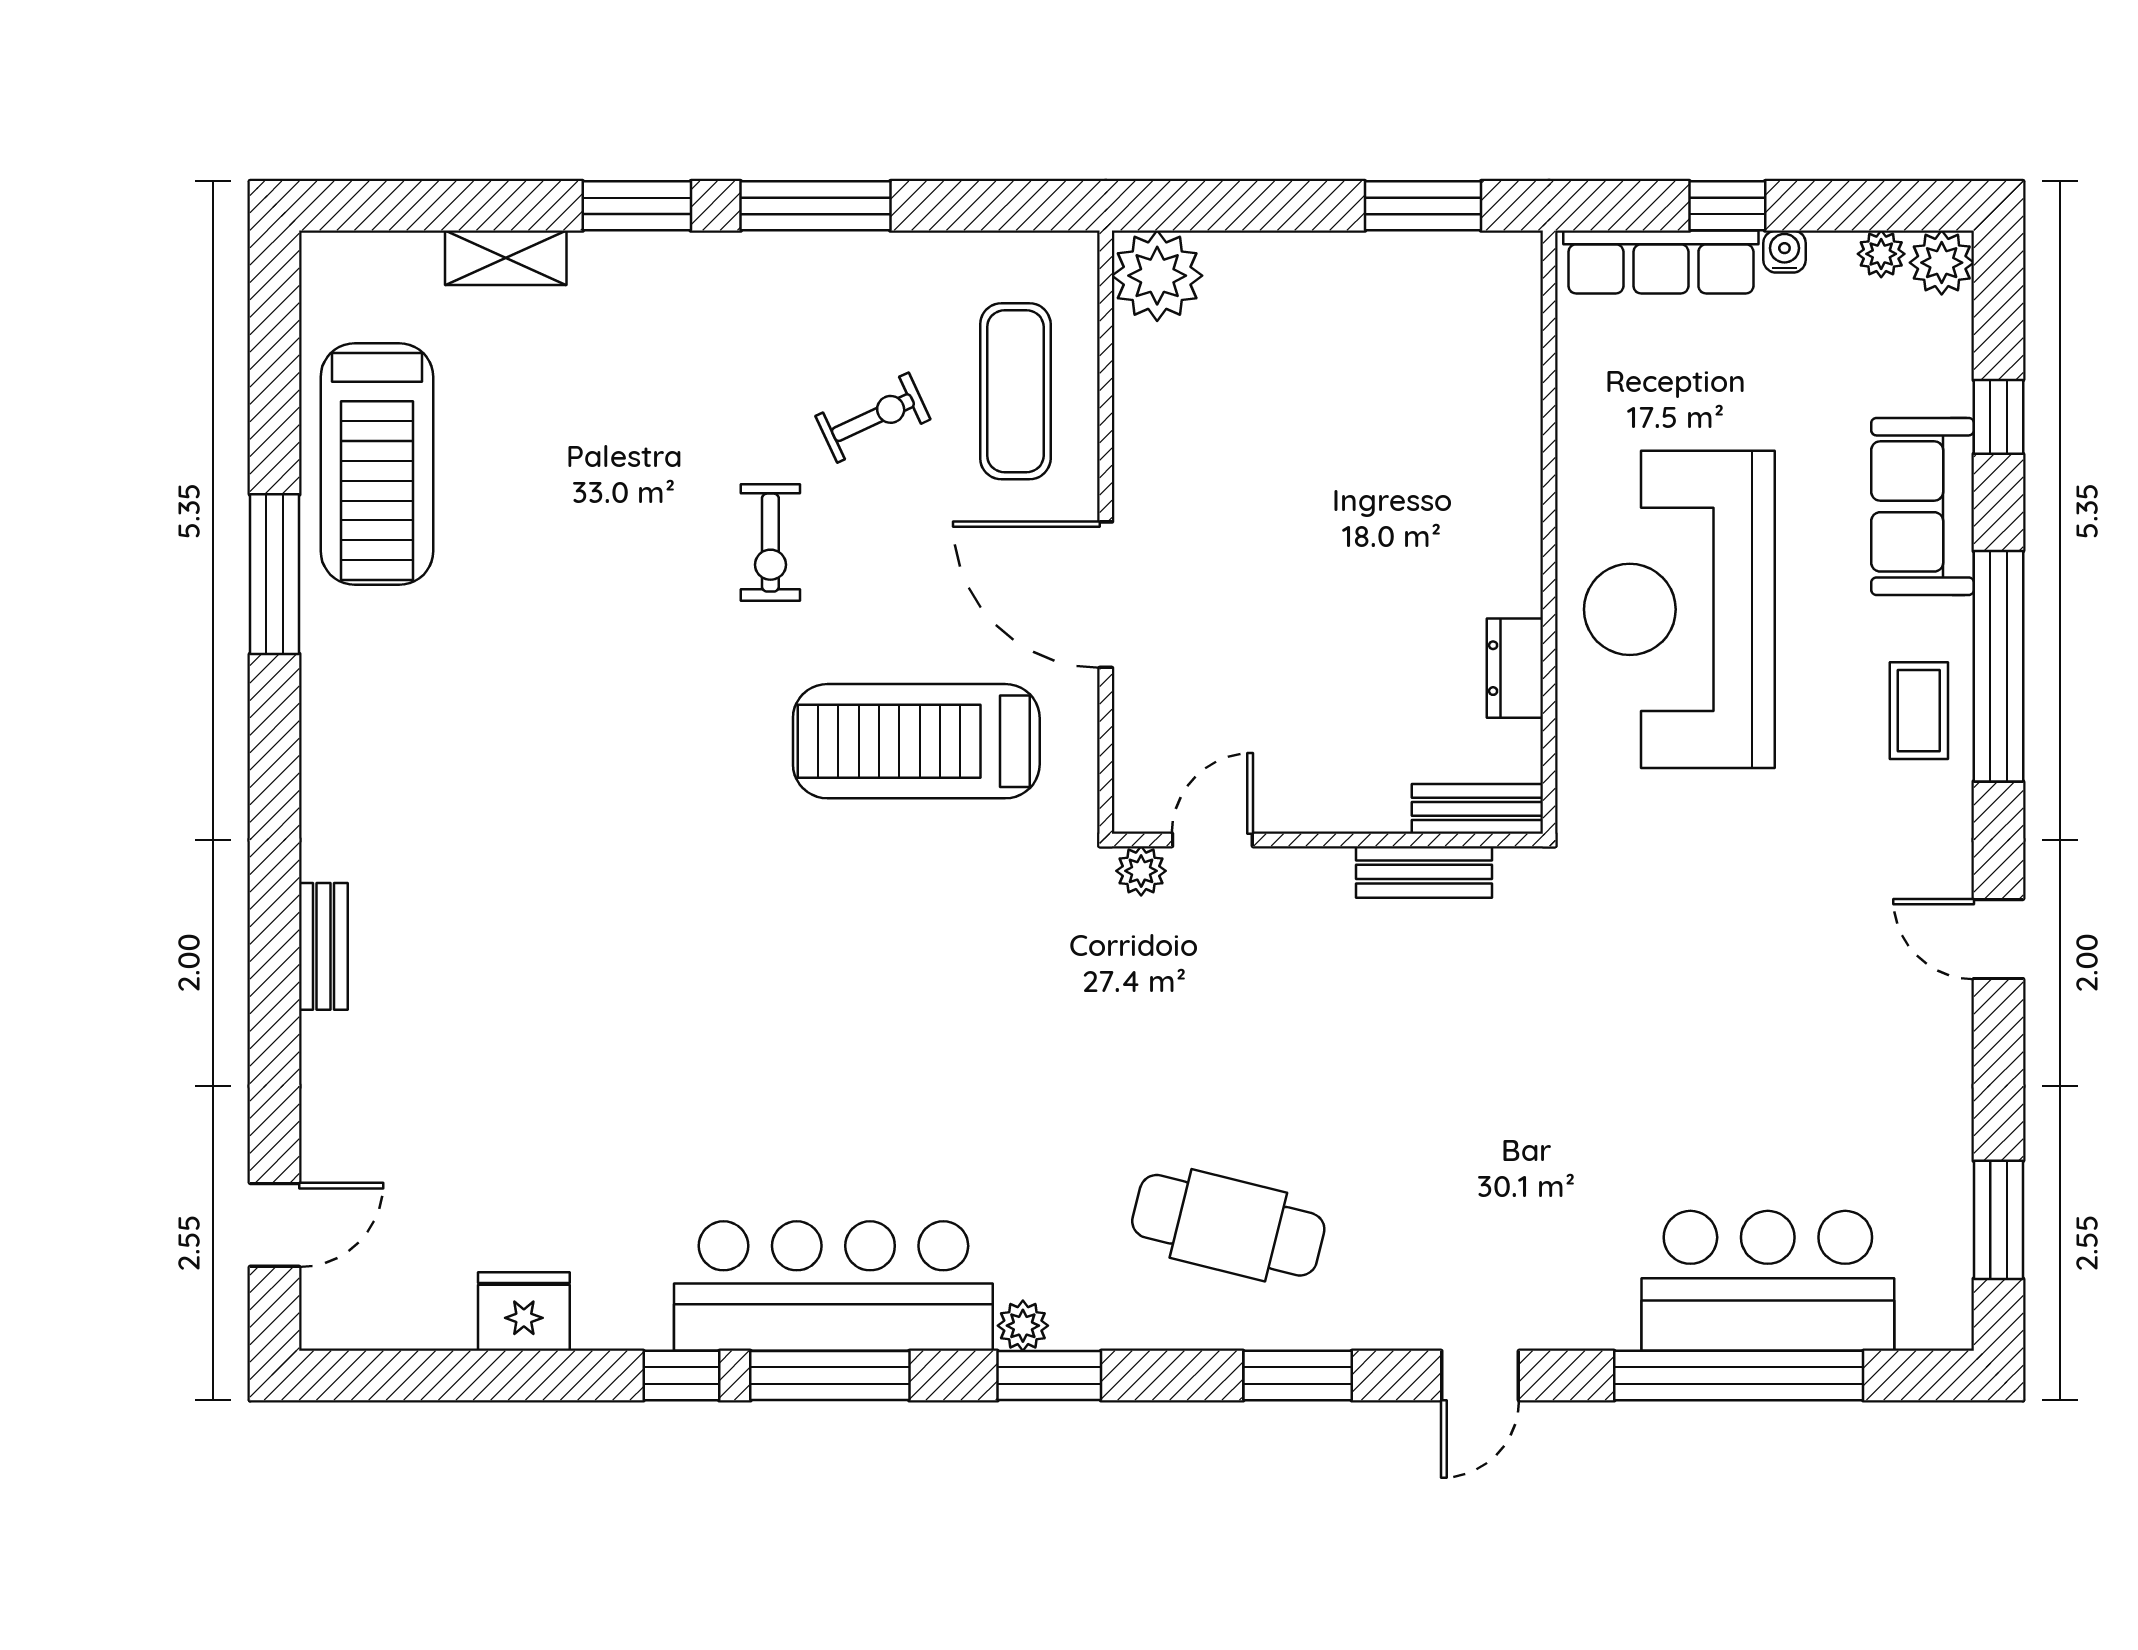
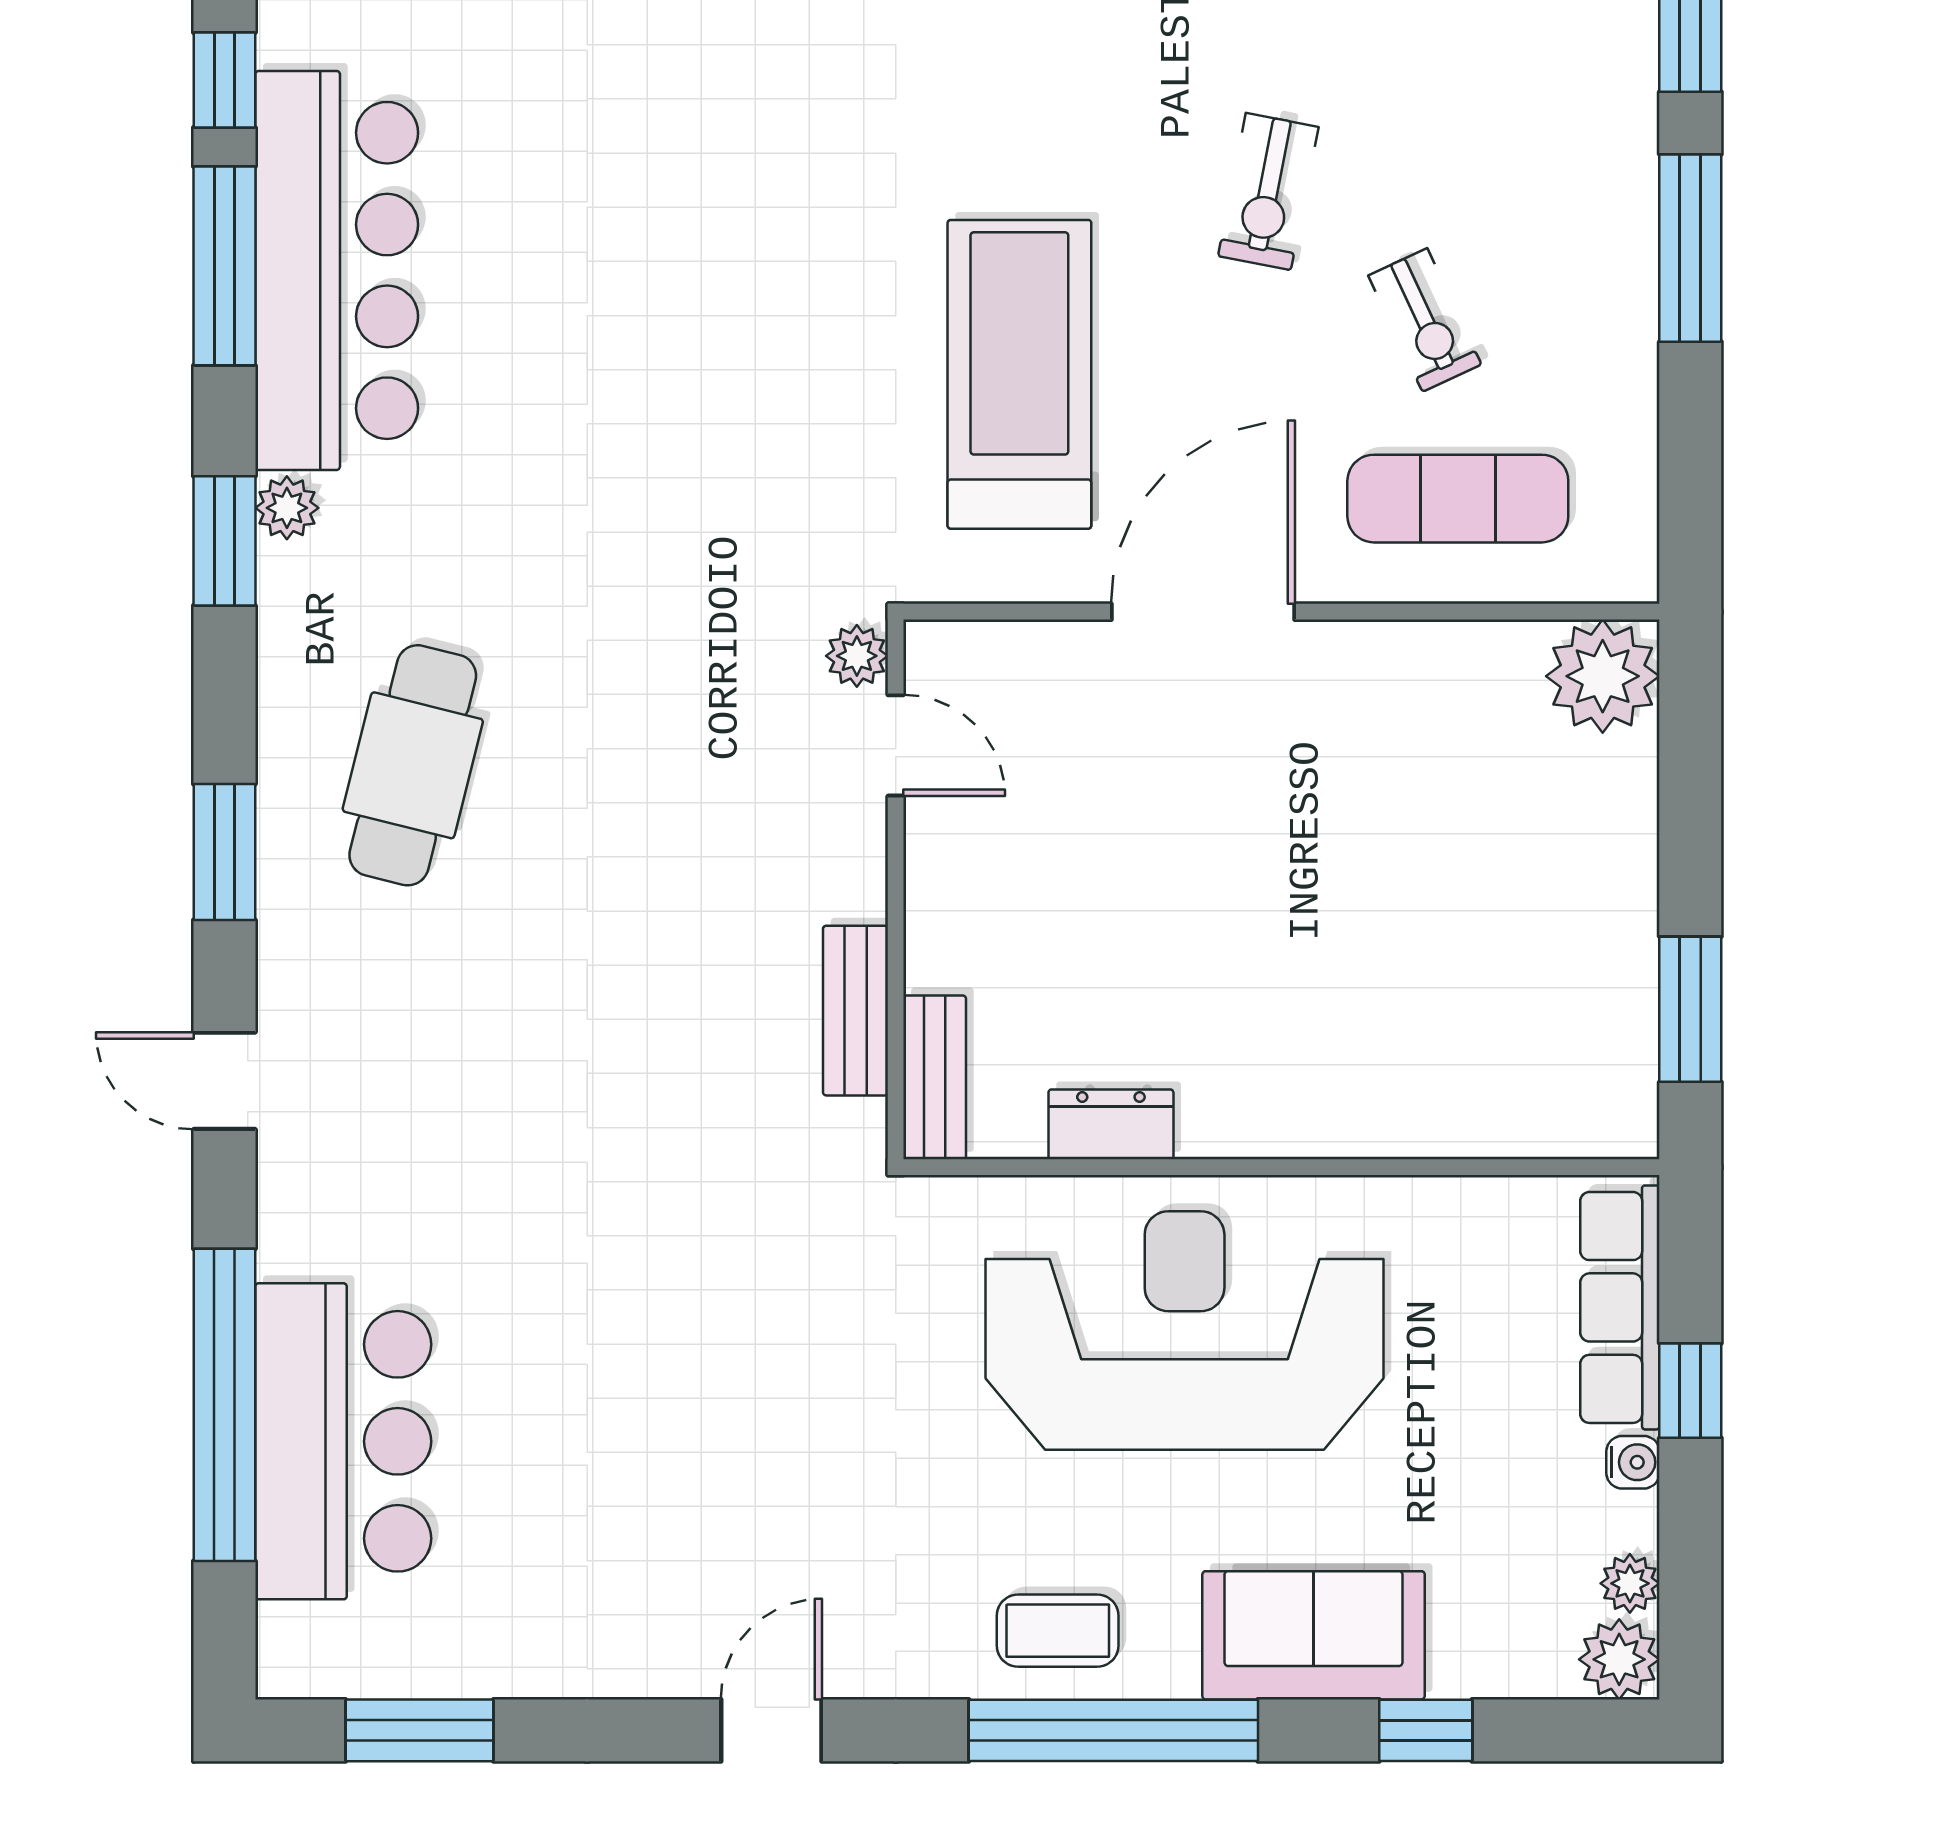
exercise bike: (770, 543) -> (1268, 192), turned -79

